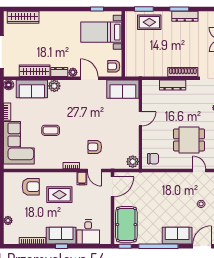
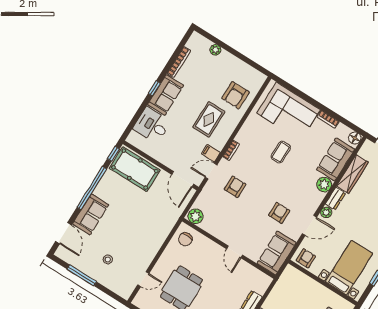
armchair: (94, 105) -> (279, 213), added

